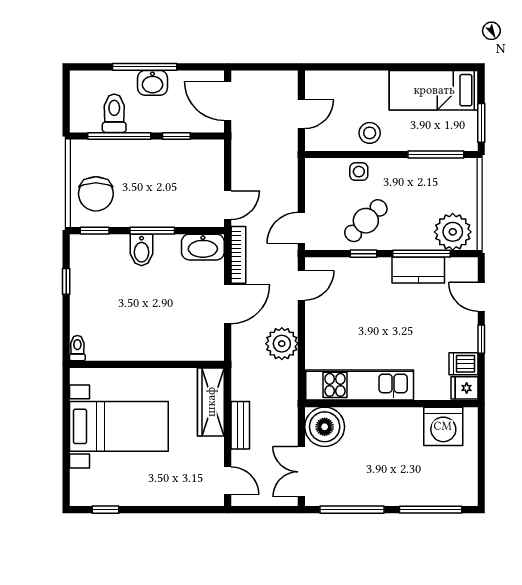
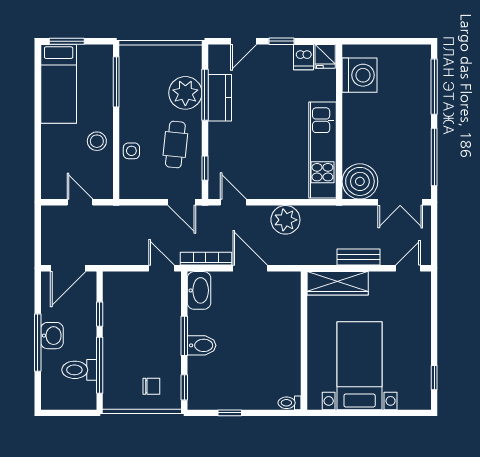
window: (481, 123) -> (67, 41), moved
chair: (96, 194) -> (151, 386), width x0.54, depth x0.54
cafe table: (366, 221) -> (175, 145), turned 51
plant: (453, 232) -> (185, 93), moved
window: (363, 254) -> (205, 168), moved

